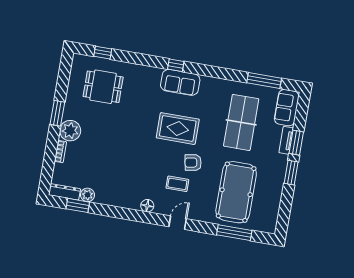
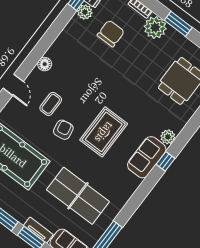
plant: (155, 74) -> (168, 137), added
chair: (94, 164) -> (111, 33), added

